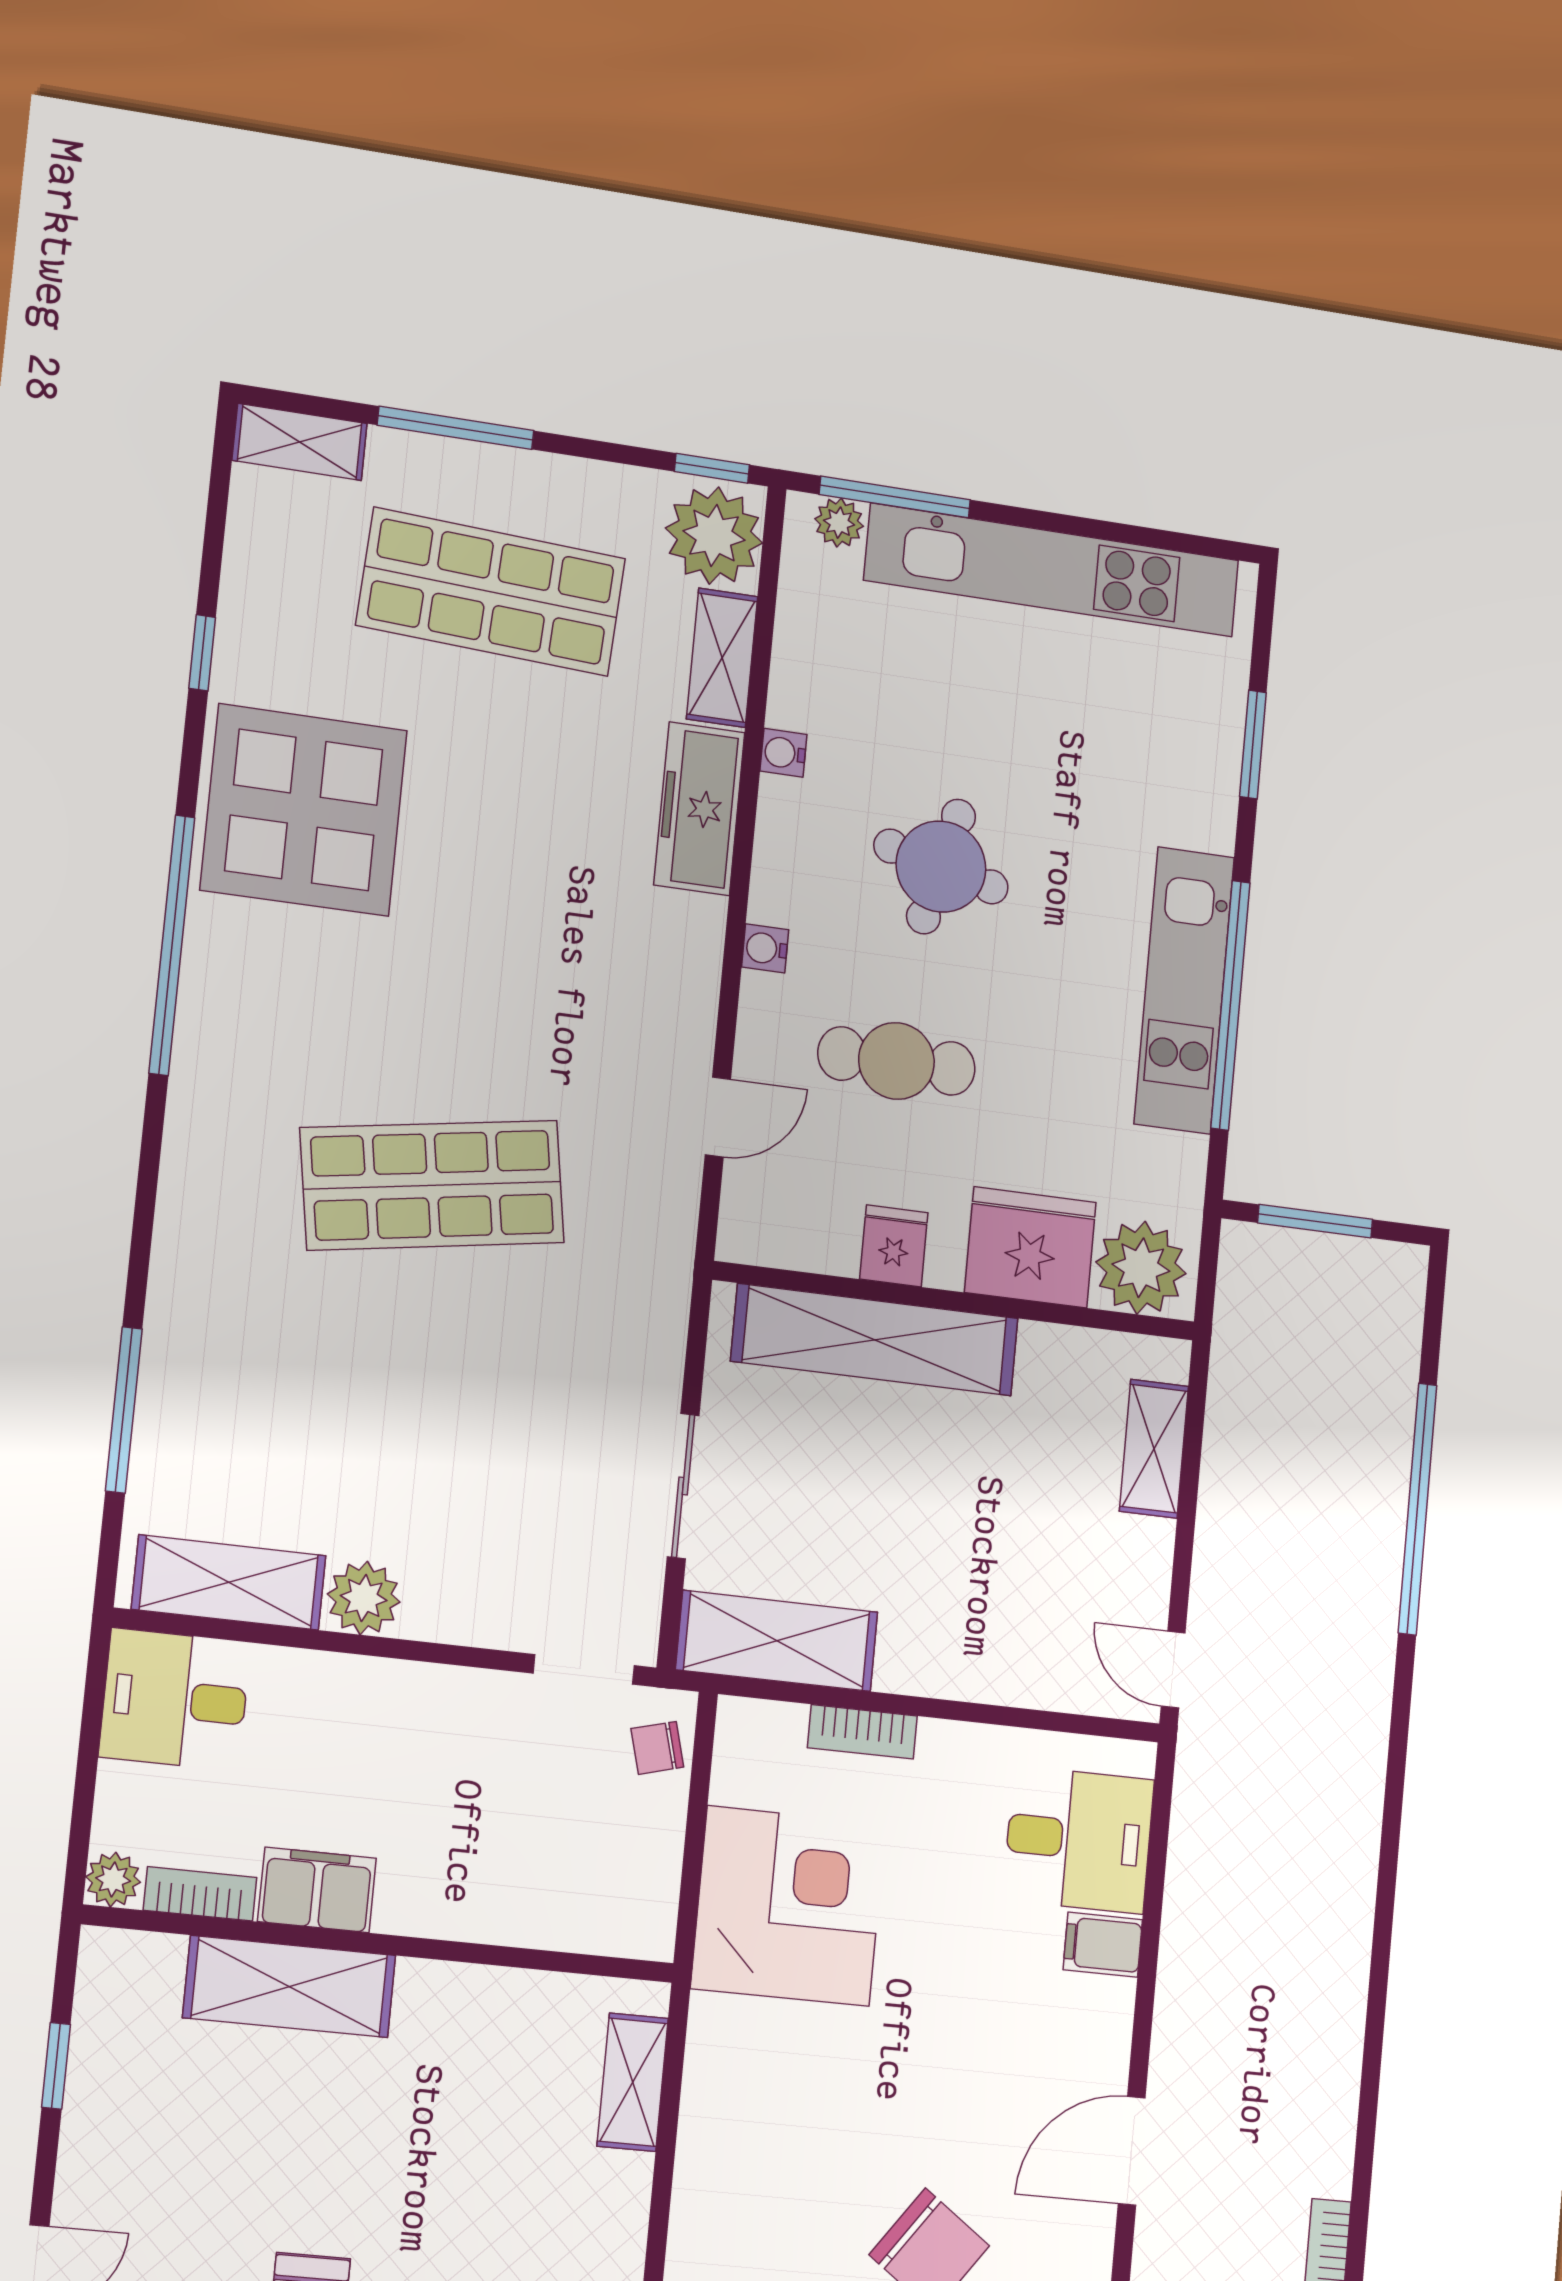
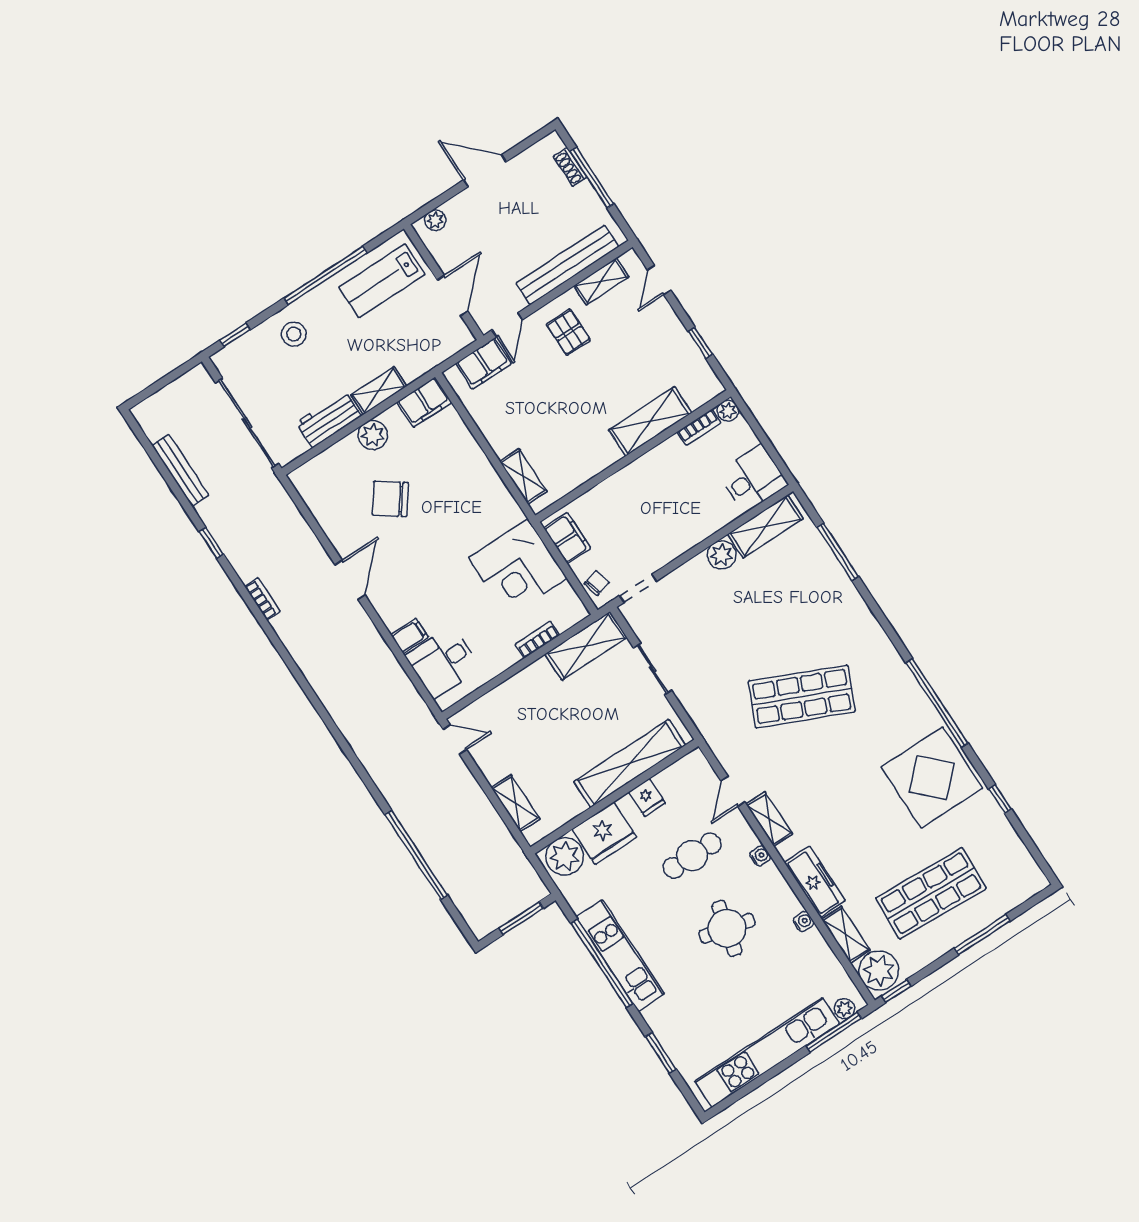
shelving: (300, 442) -> (769, 819), moved, turned 90
shop shelf: (432, 1185) -> (802, 697), turned 33
filing cabinet: (317, 1890) -> (567, 538), moved, turned -90

